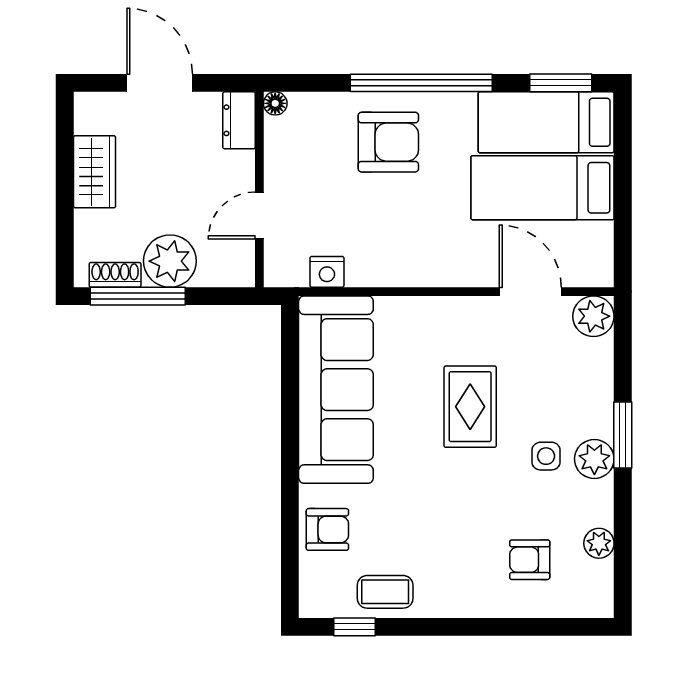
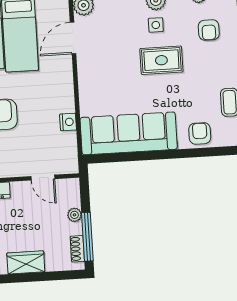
plant: (170, 261) -> (74, 215), width x0.53, depth x0.53
nightstand: (327, 272) -> (68, 122), moved
rug: (470, 407) -> (161, 60), moved

